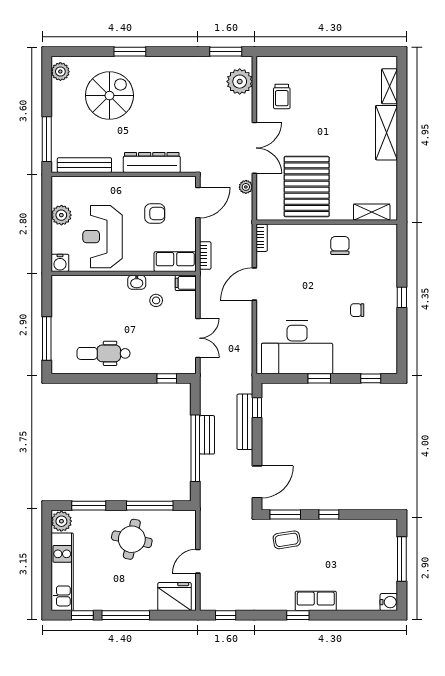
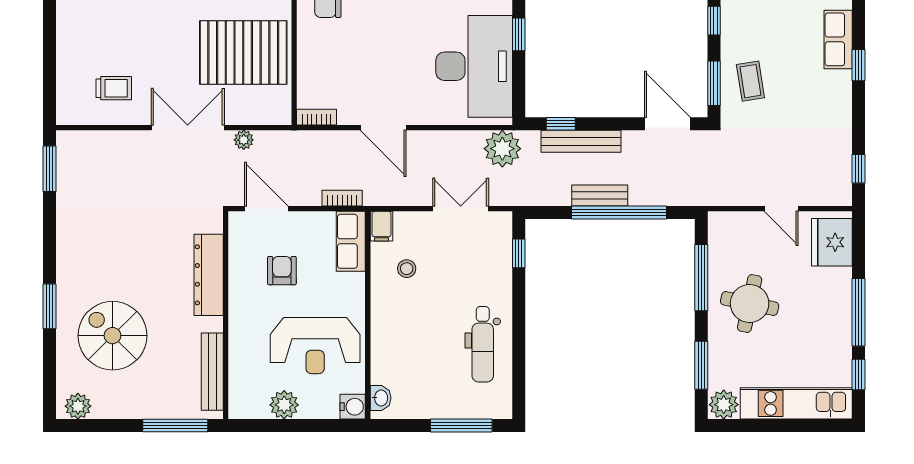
plant: (240, 82) -> (502, 149), moved
washbasin: (137, 282) -> (381, 398), moved

